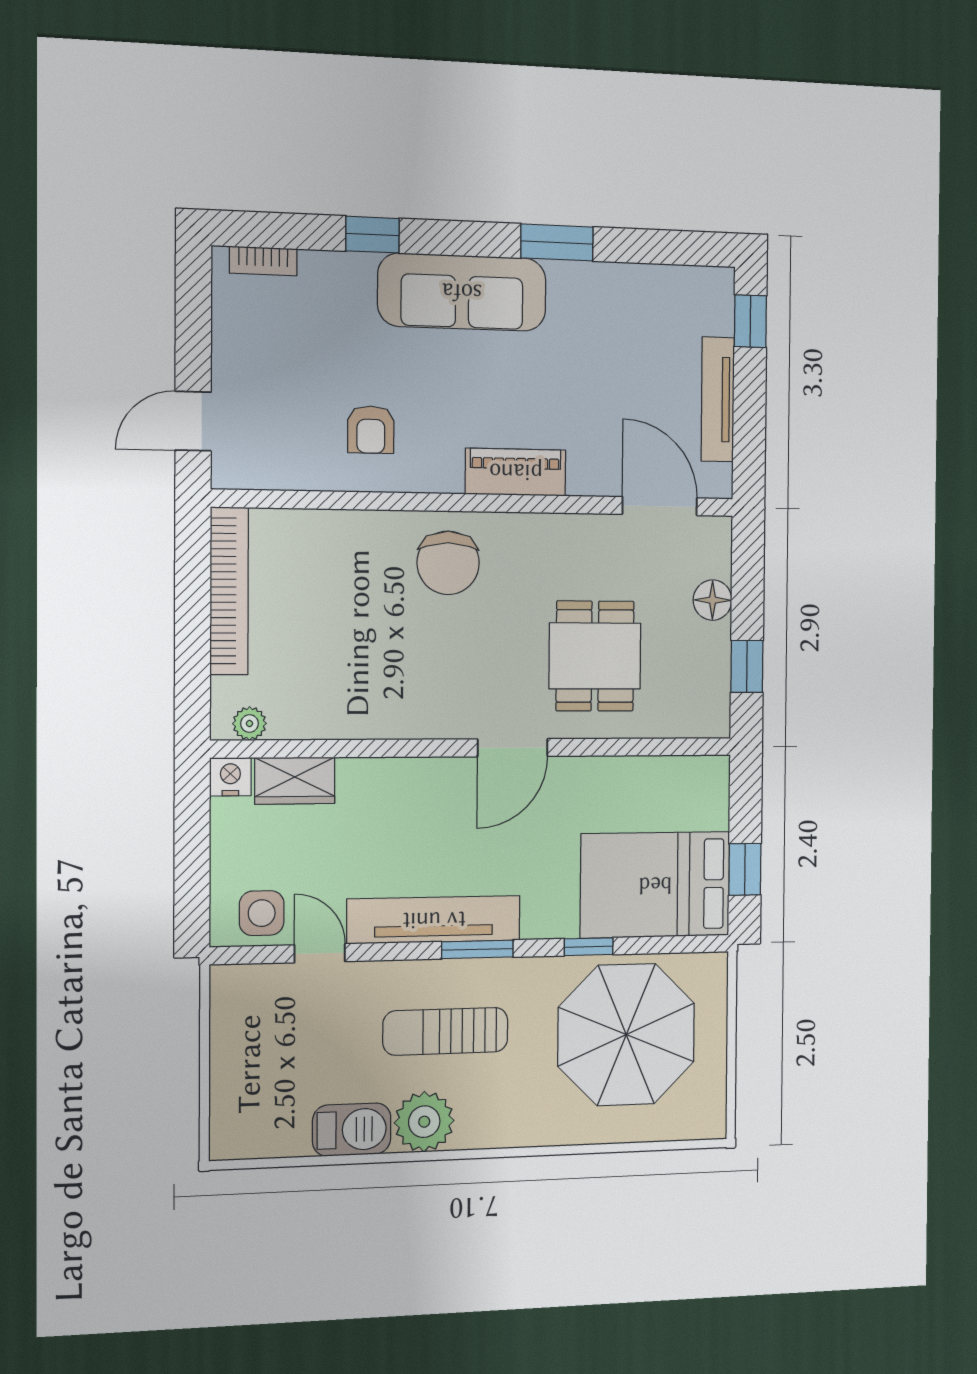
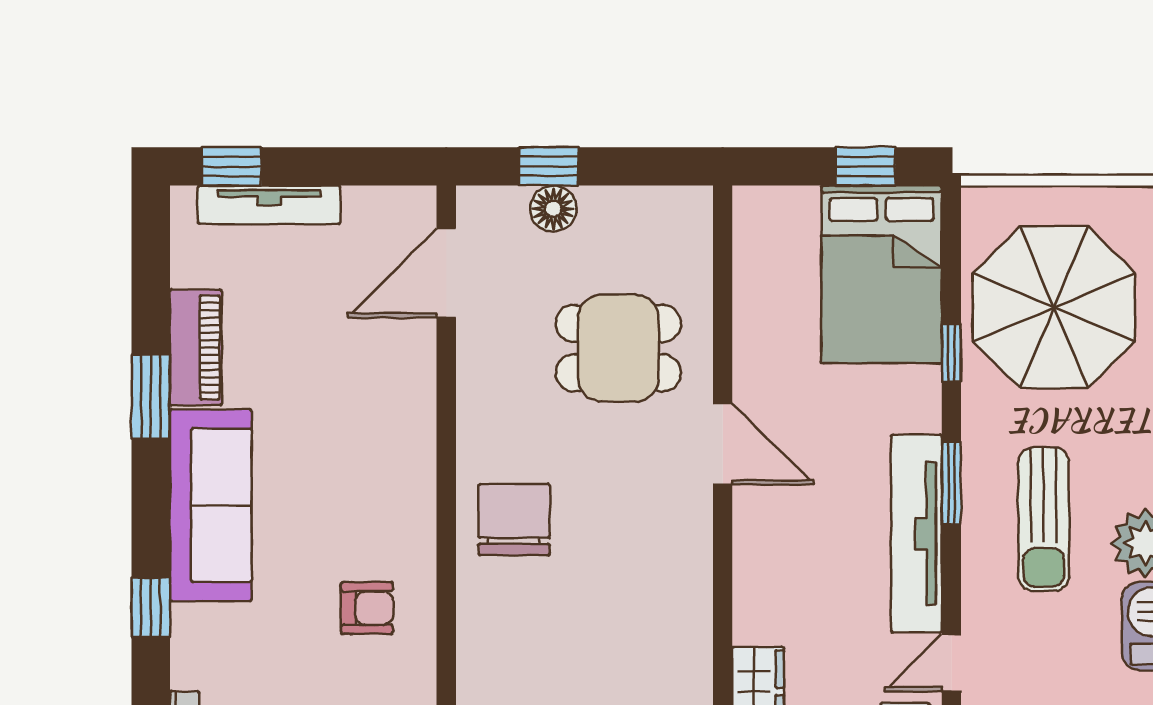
tv unit: (718, 399) -> (269, 205), moved
piano: (516, 472) -> (196, 347), moved, turned 180
chair: (448, 563) -> (514, 519), turned -90
window: (747, 666) -> (549, 166), moved

